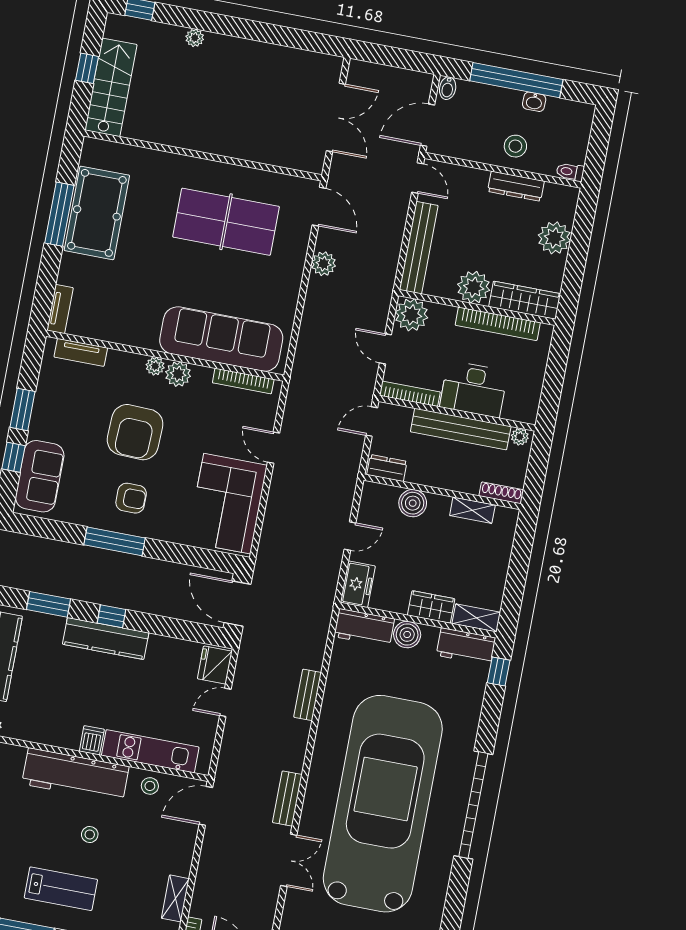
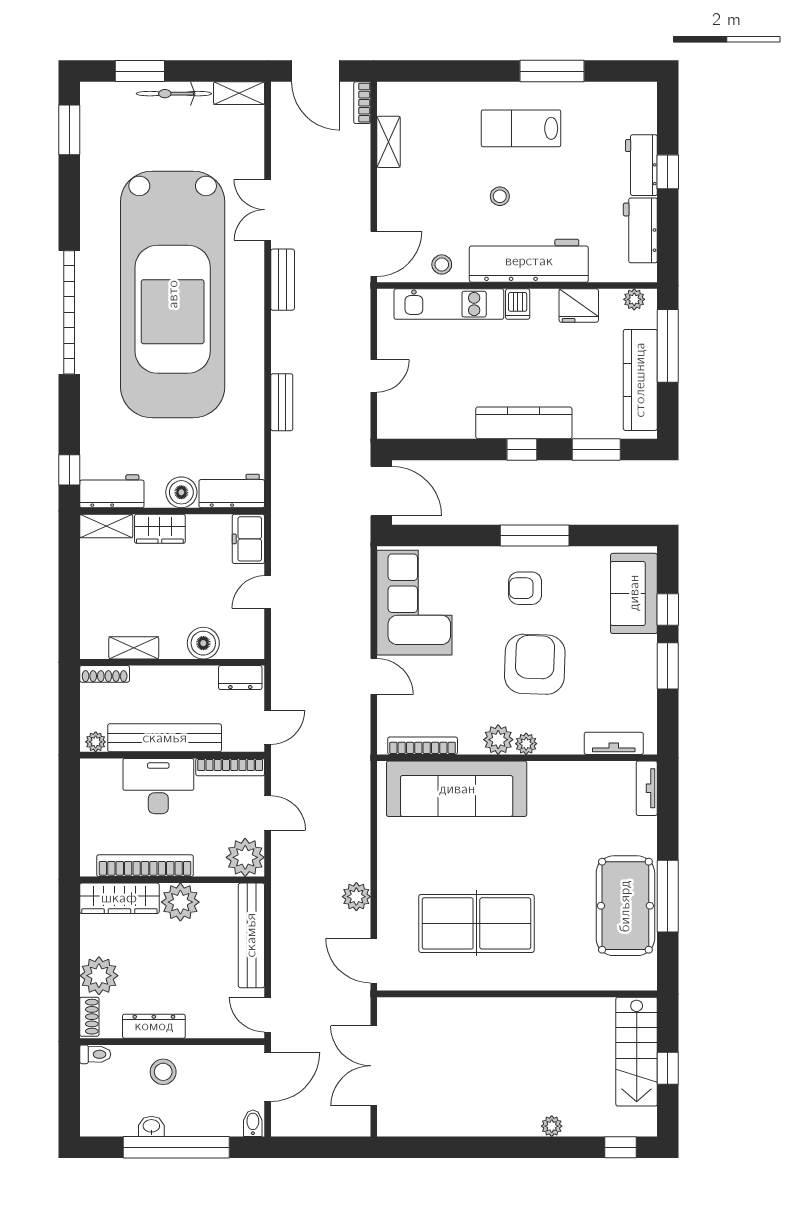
shoe rack: (569, 205) -> (89, 1017), added
fridge: (215, 665) -> (579, 305), moved, turned 90

